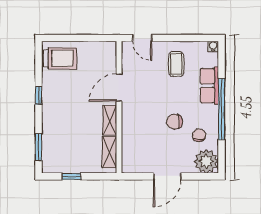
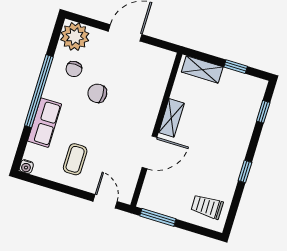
window: (97, 38) -> (158, 217), added
trolley: (60, 58) -> (207, 207), width x0.73, depth x0.72
chair: (175, 122) -> (97, 93), turned 180
window: (39, 147) -> (263, 112), width x0.67
shelving: (109, 152) -> (202, 69), moved, turned 90

